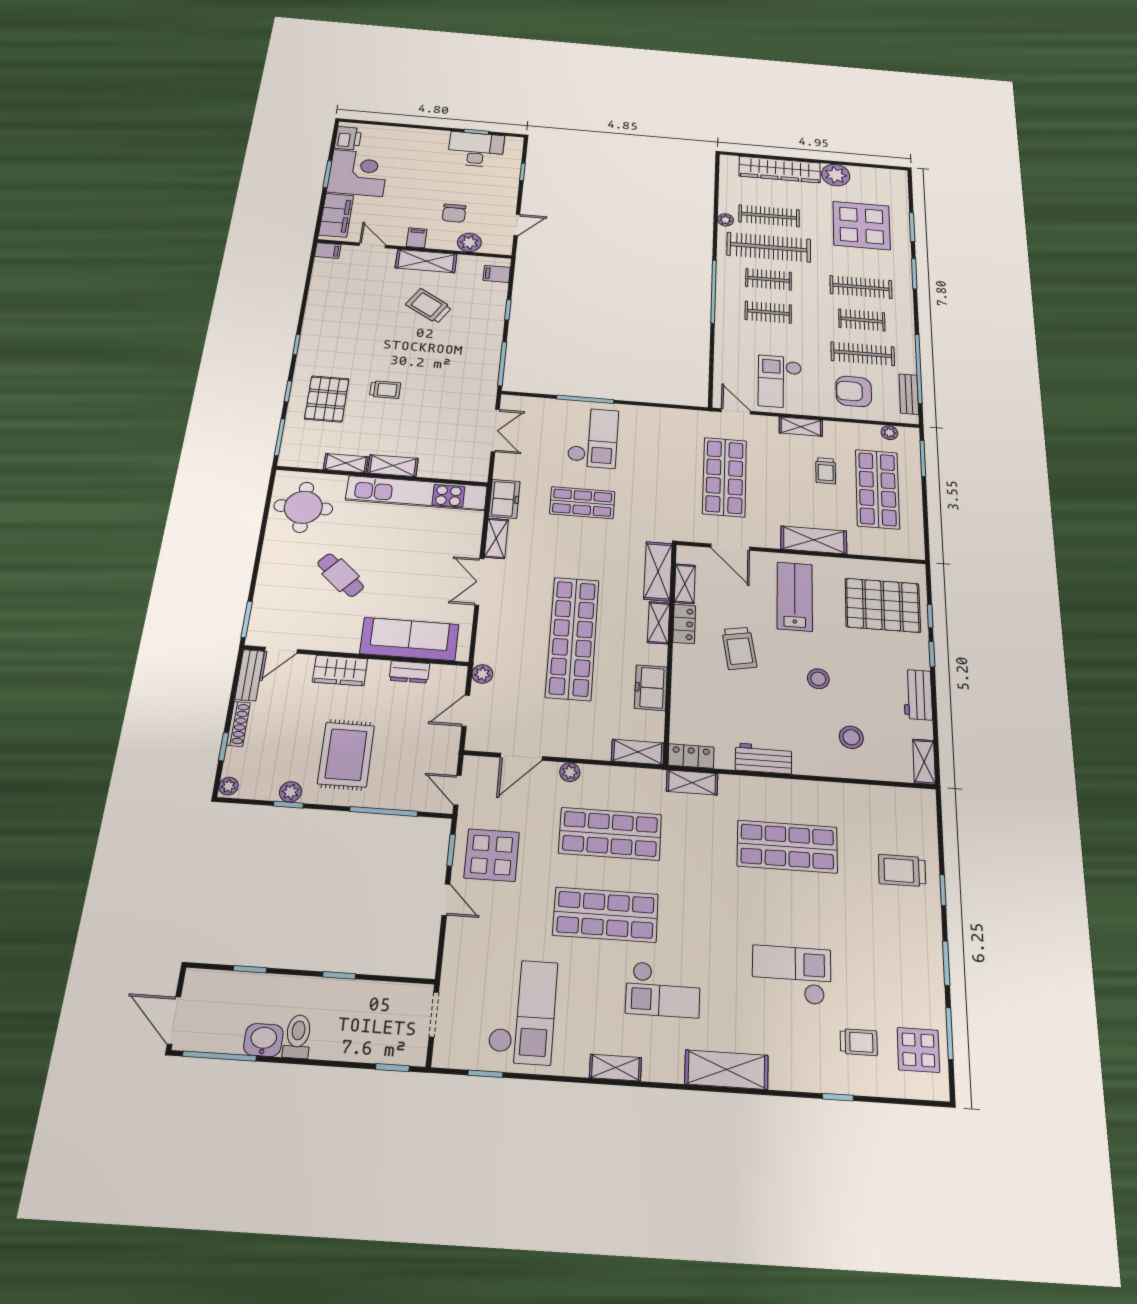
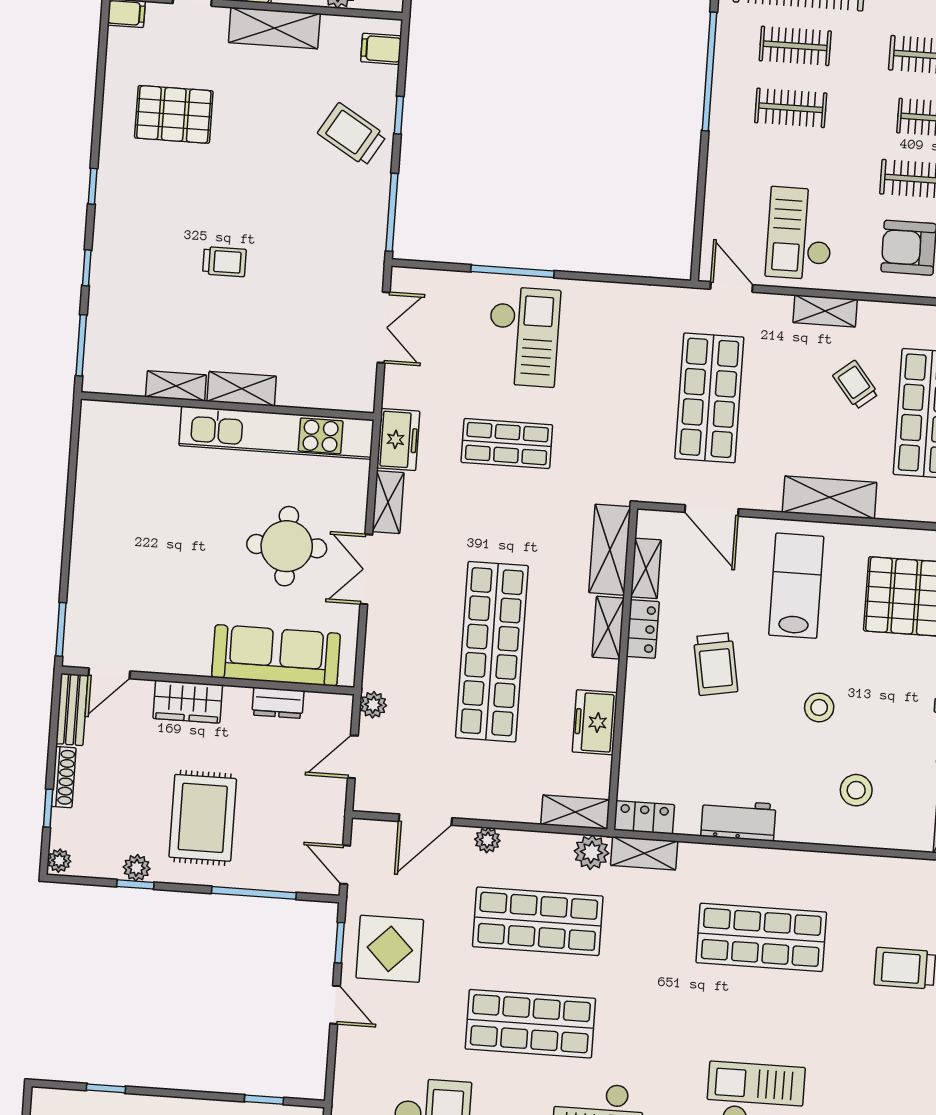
trolley: (429, 306) -> (352, 134), moved
pallet: (327, 399) -> (174, 114), moved, turned 90
trolley: (826, 471) -> (856, 385), turned 141
round table: (303, 507) -> (287, 546), moved
cafe table: (341, 575) -> (180, 562), removed
plant: (651, 782) -> (591, 852), added
window: (339, 975) -> (264, 1100), moved

